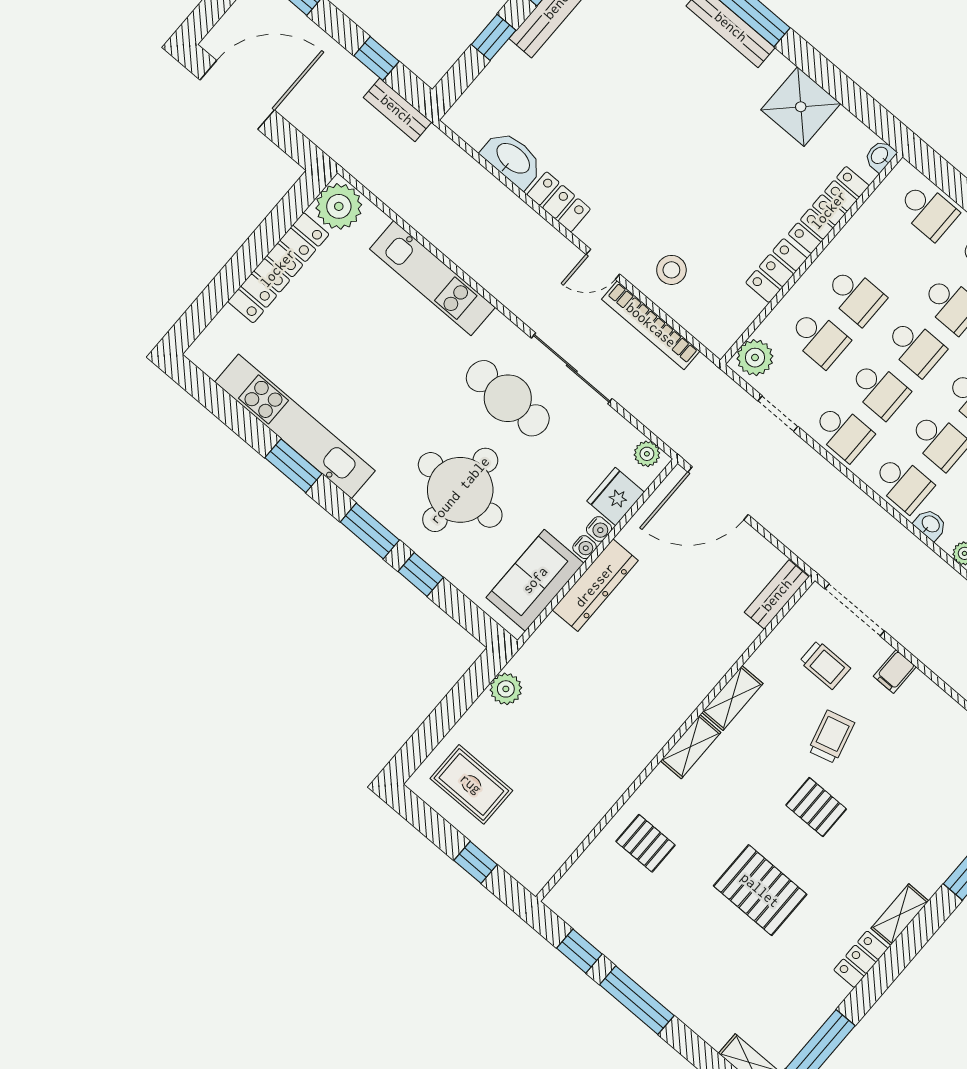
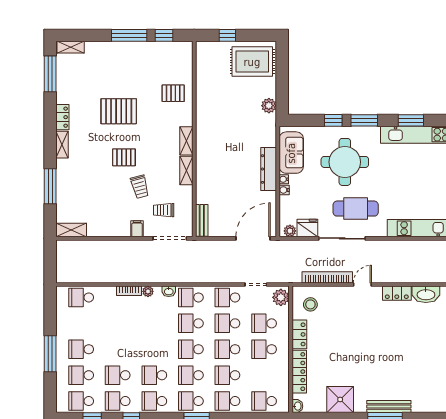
stool: (671, 270) -> (310, 304), moved
fridge: (616, 497) -> (307, 228), moved, turned -90
rug: (471, 784) -> (252, 62), width x1.36, depth x1.43

